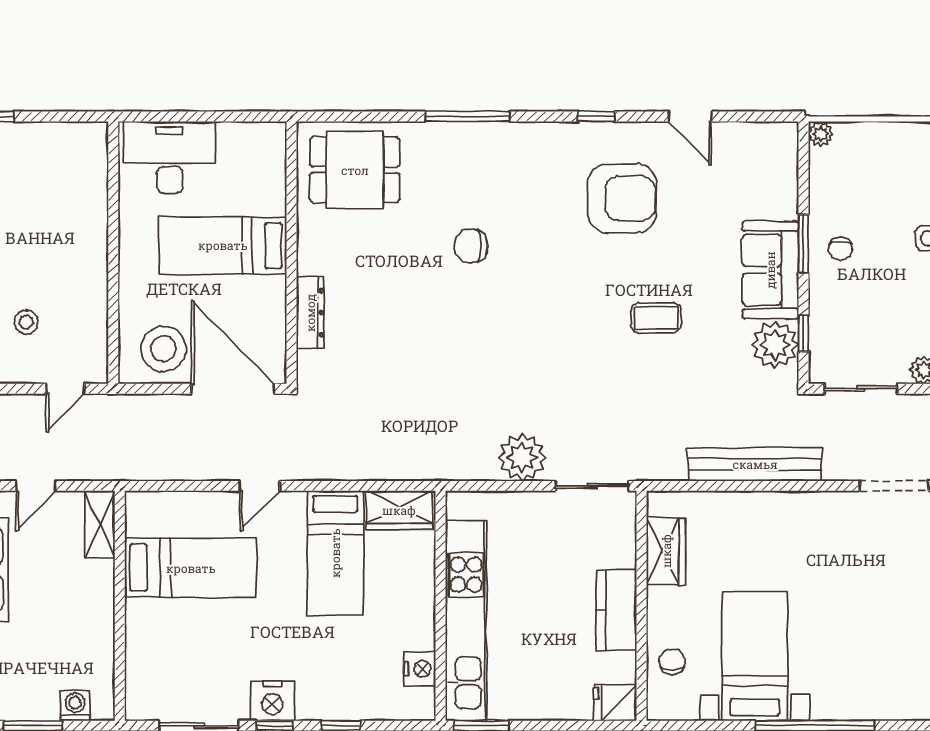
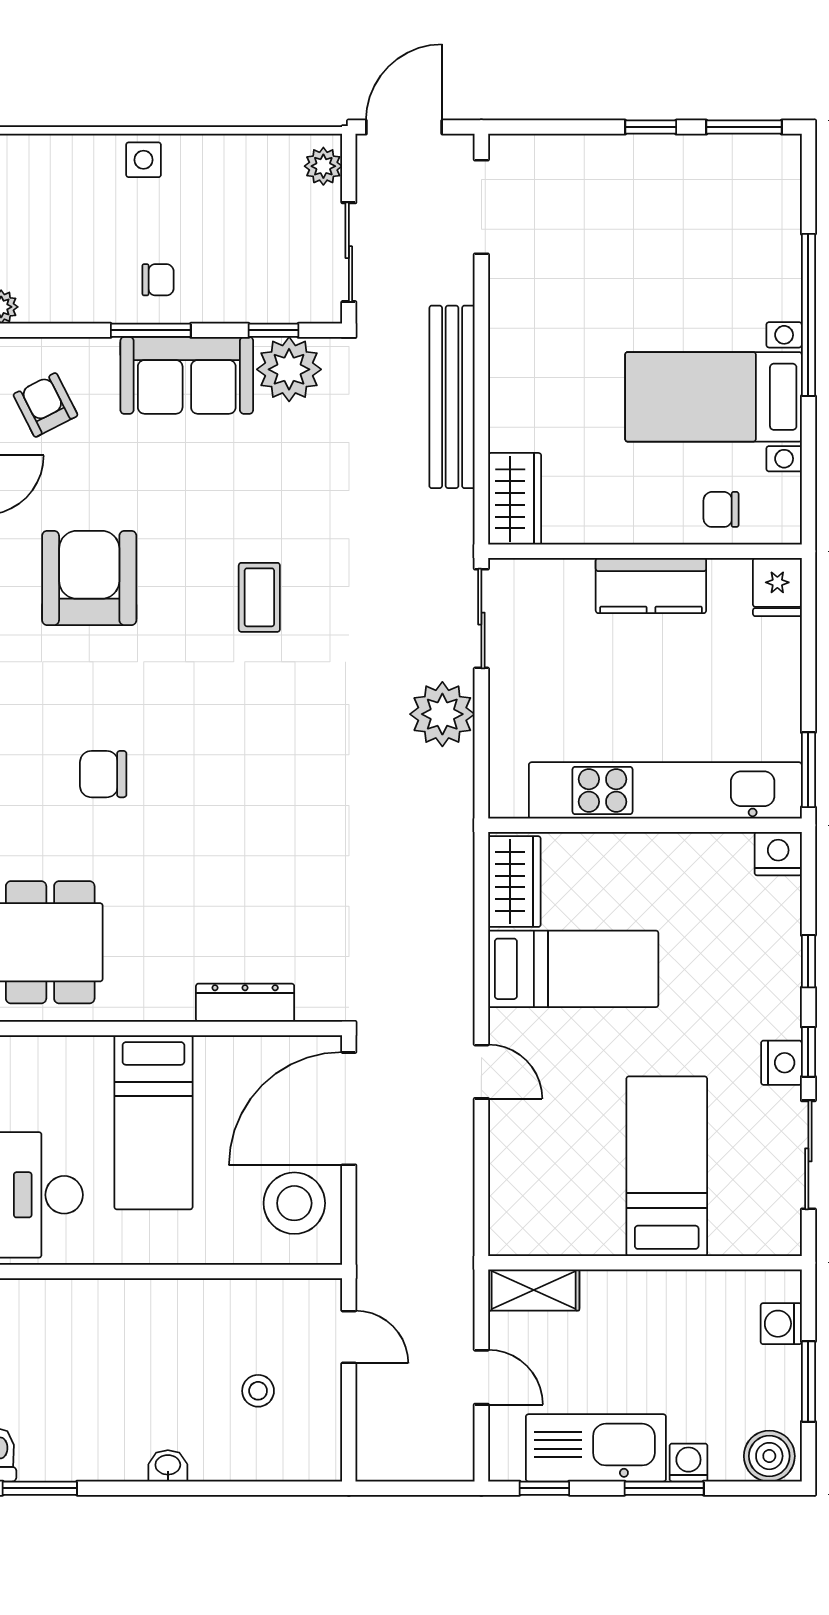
armchair: (749, 166) -> (45, 405), added
chair: (471, 246) -> (103, 774), moved, turned 90
coffee table: (656, 318) -> (259, 597), moved
wardrobe: (666, 551) -> (515, 499), moved, turned 90
bed: (191, 568) -> (667, 1166), moved
nightstand: (420, 669) -> (778, 854), moved
nightstand: (272, 701) -> (781, 1063), width x0.74, depth x0.75

